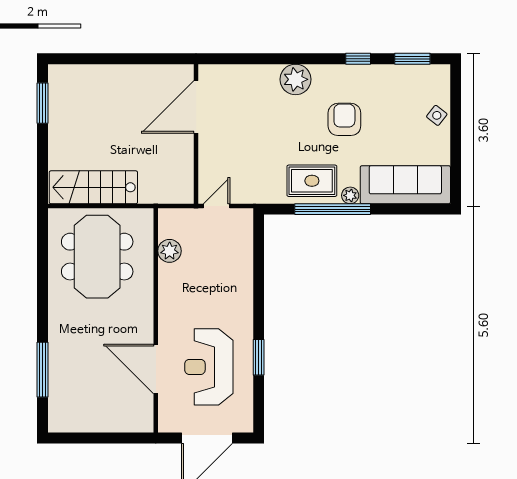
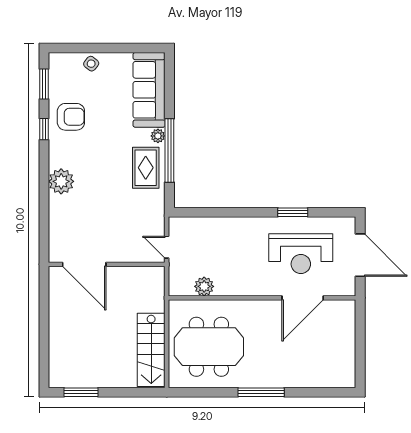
armchair: (344, 119) -> (71, 117), moved, turned 180
window: (42, 370) -> (261, 392), moved

